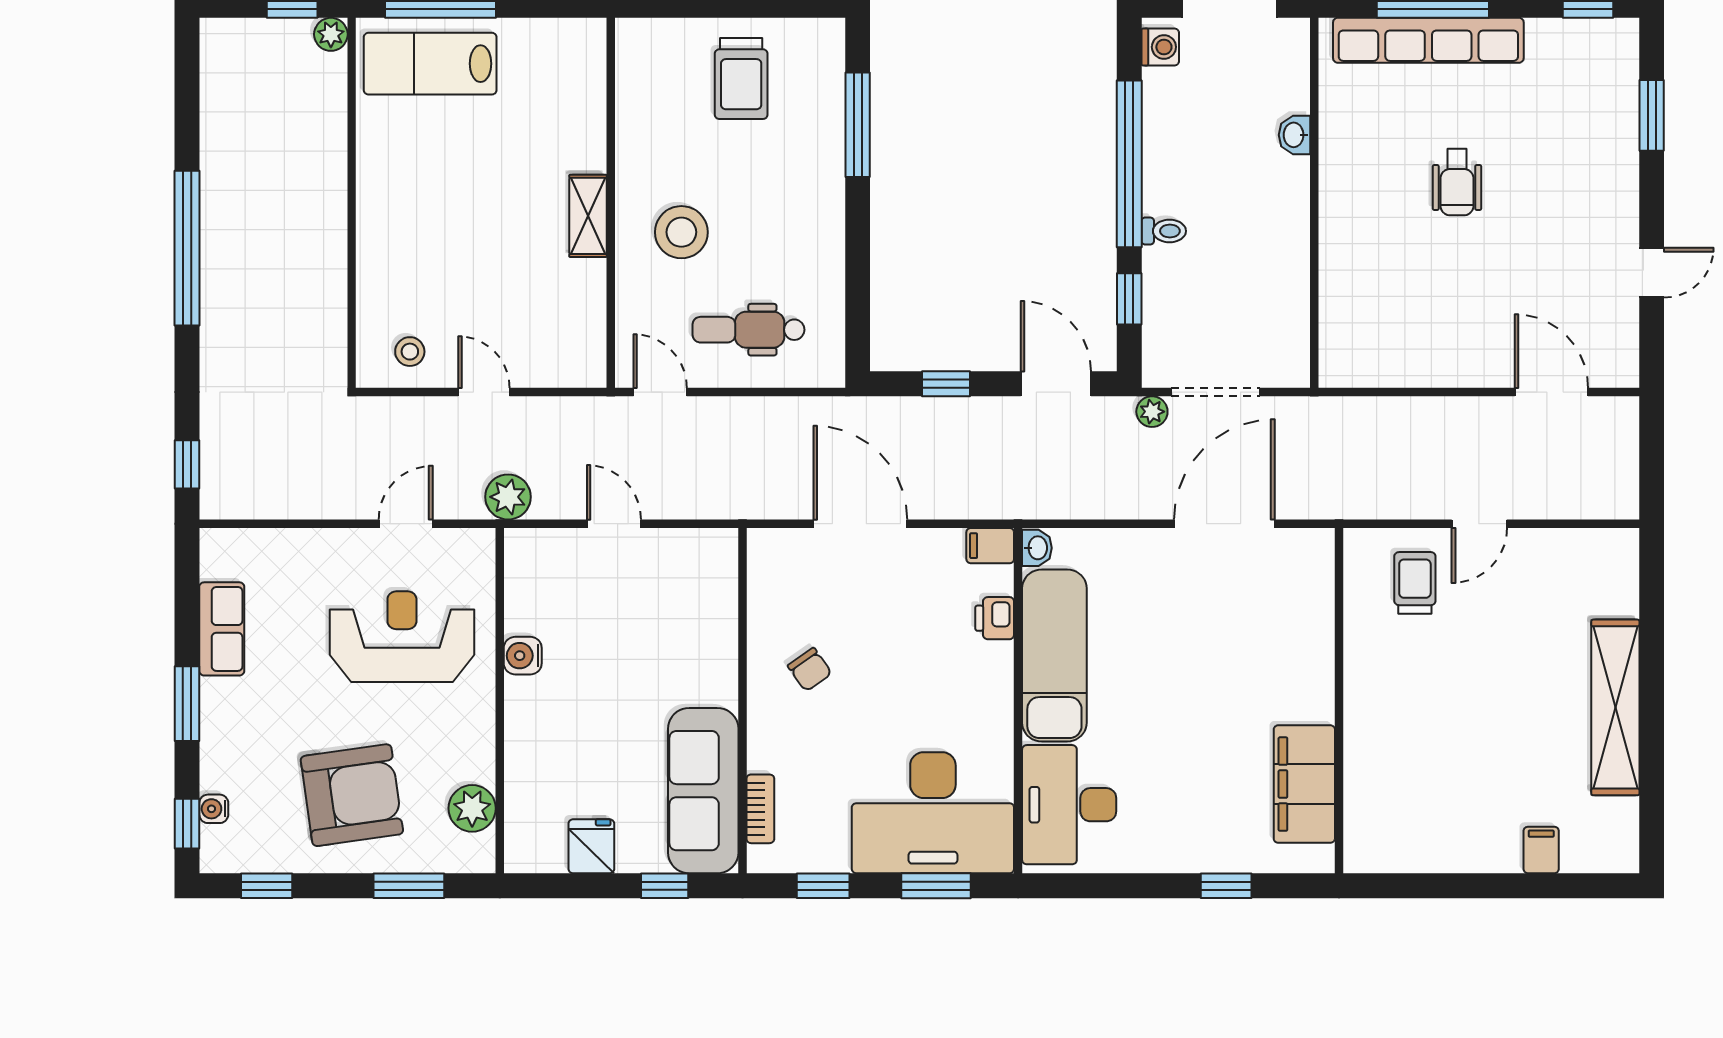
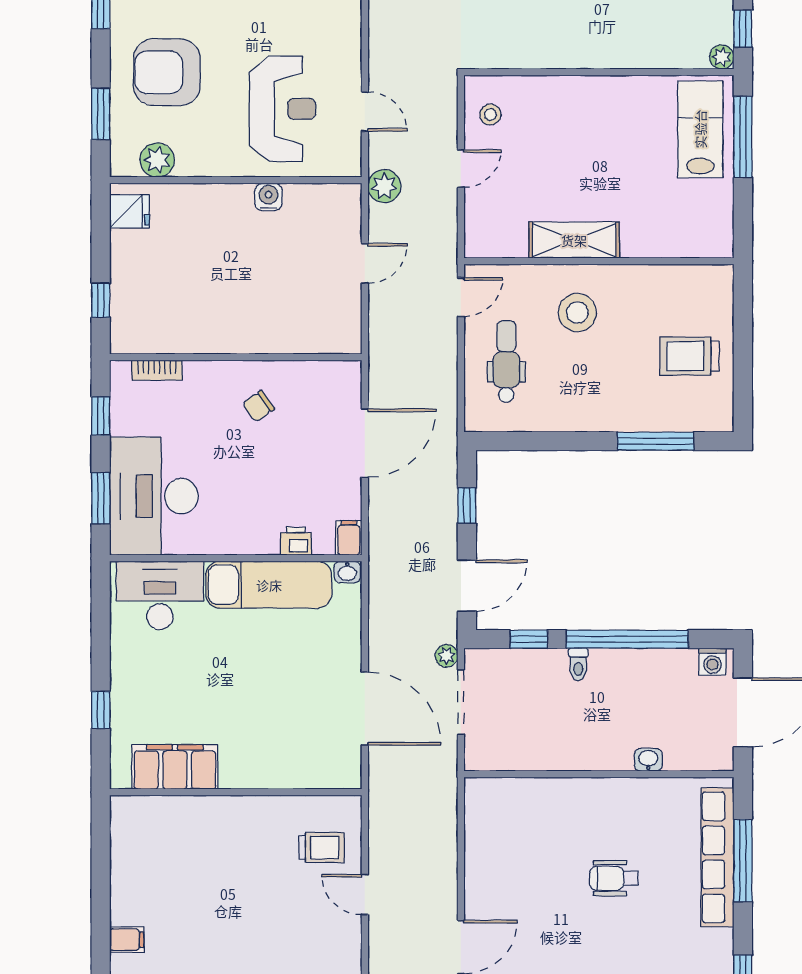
shelving: (588, 216) -> (574, 240), width x1.50, depth x1.33
sofa: (703, 791) -> (170, 328), removed
armchair: (352, 795) -> (167, 72), turned 98
fridge: (591, 846) -> (130, 211), moved

